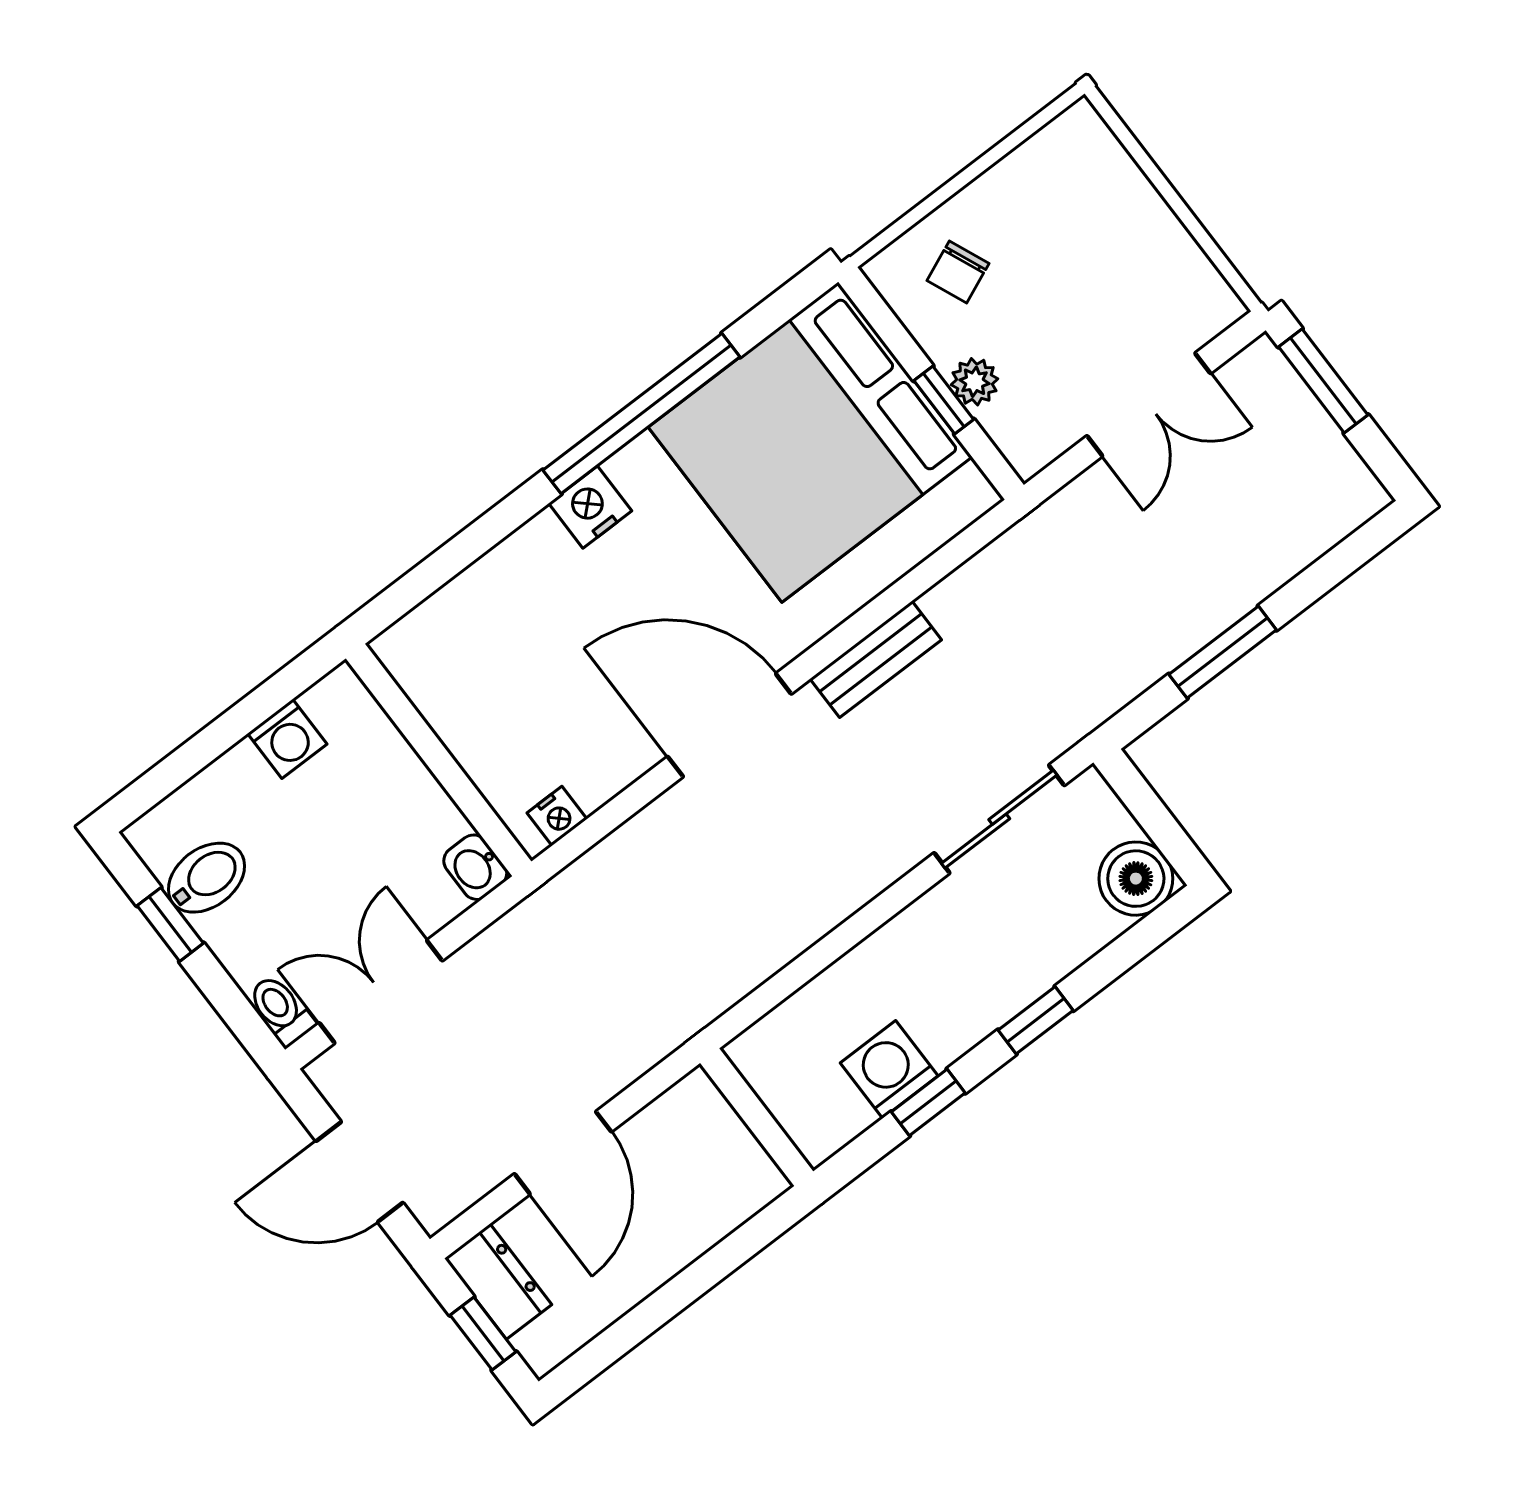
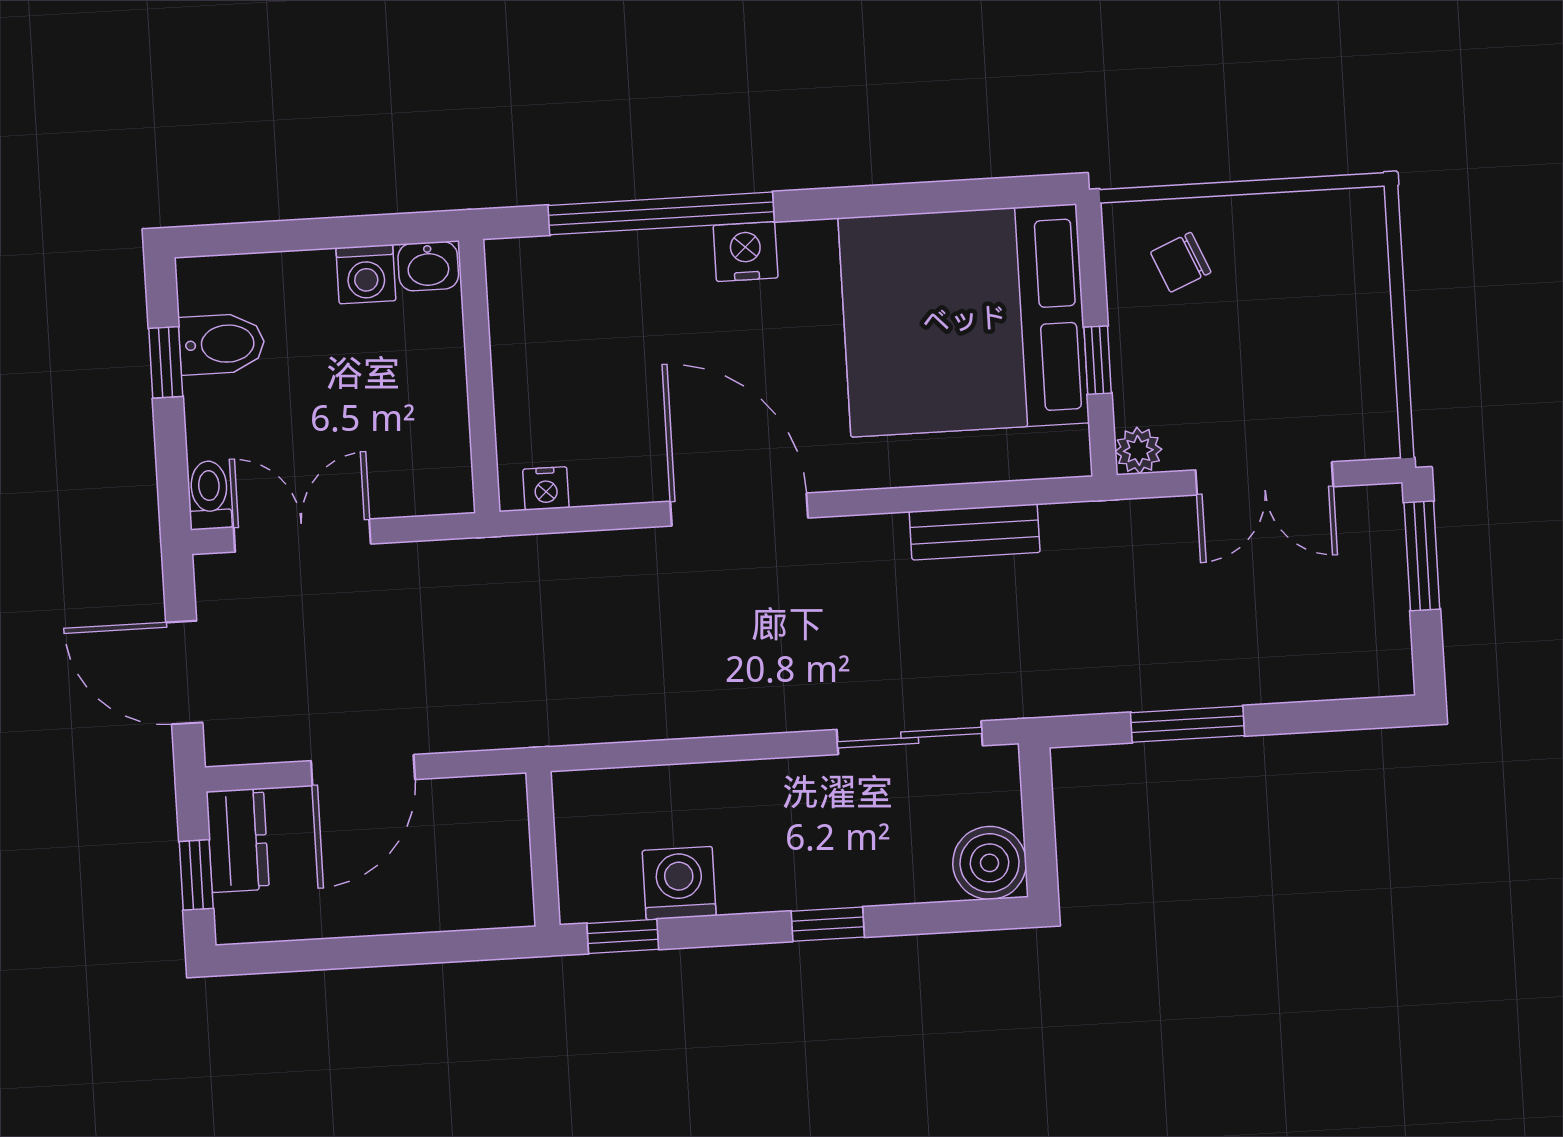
plant: (974, 382) -> (1138, 450), moved
window: (641, 413) -> (661, 213), moved
bench: (876, 659) -> (975, 532), moved
washbasin: (475, 867) -> (428, 266), moved, turned -90
window: (928, 1102) -> (623, 936), moved

